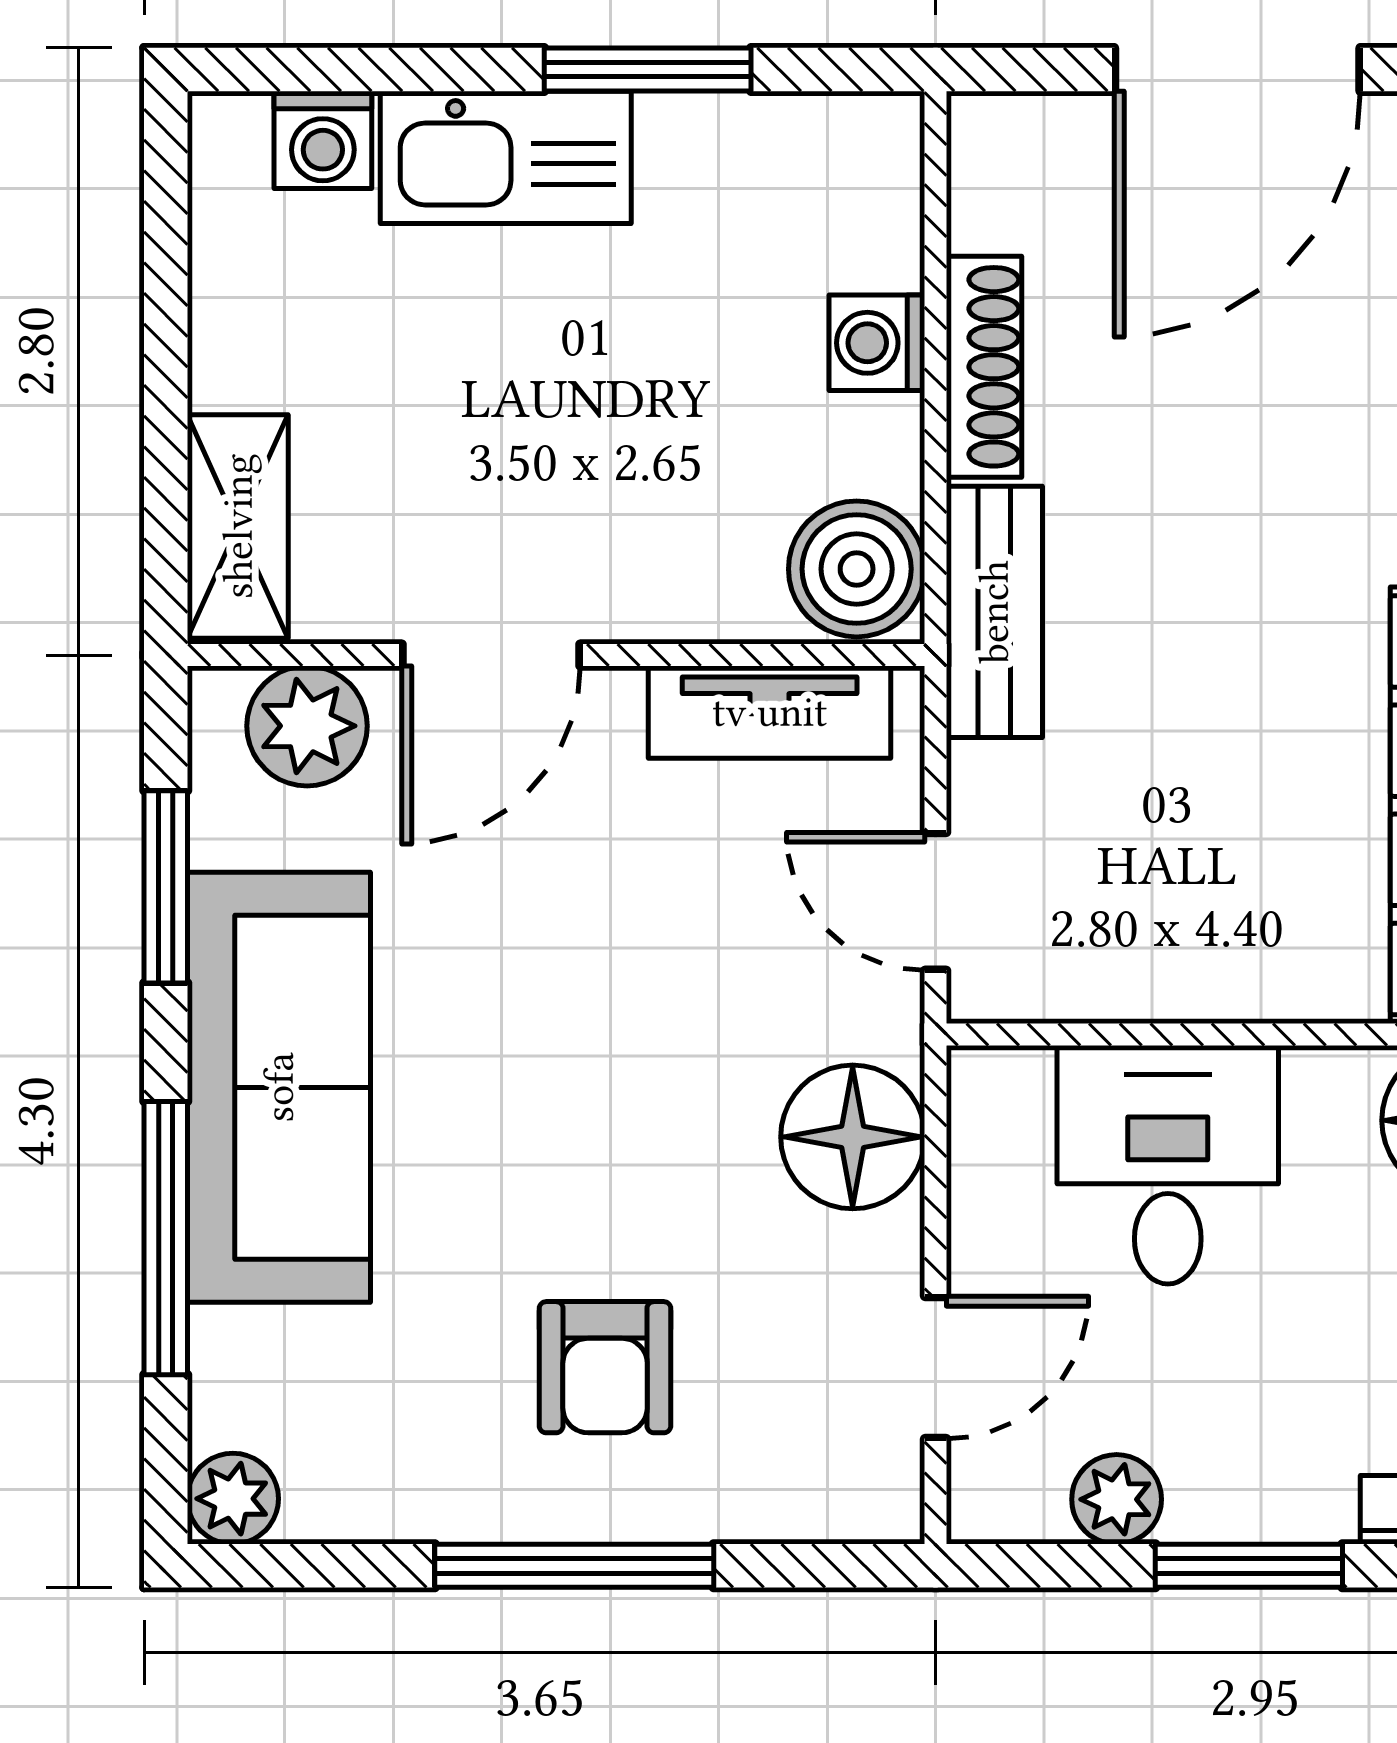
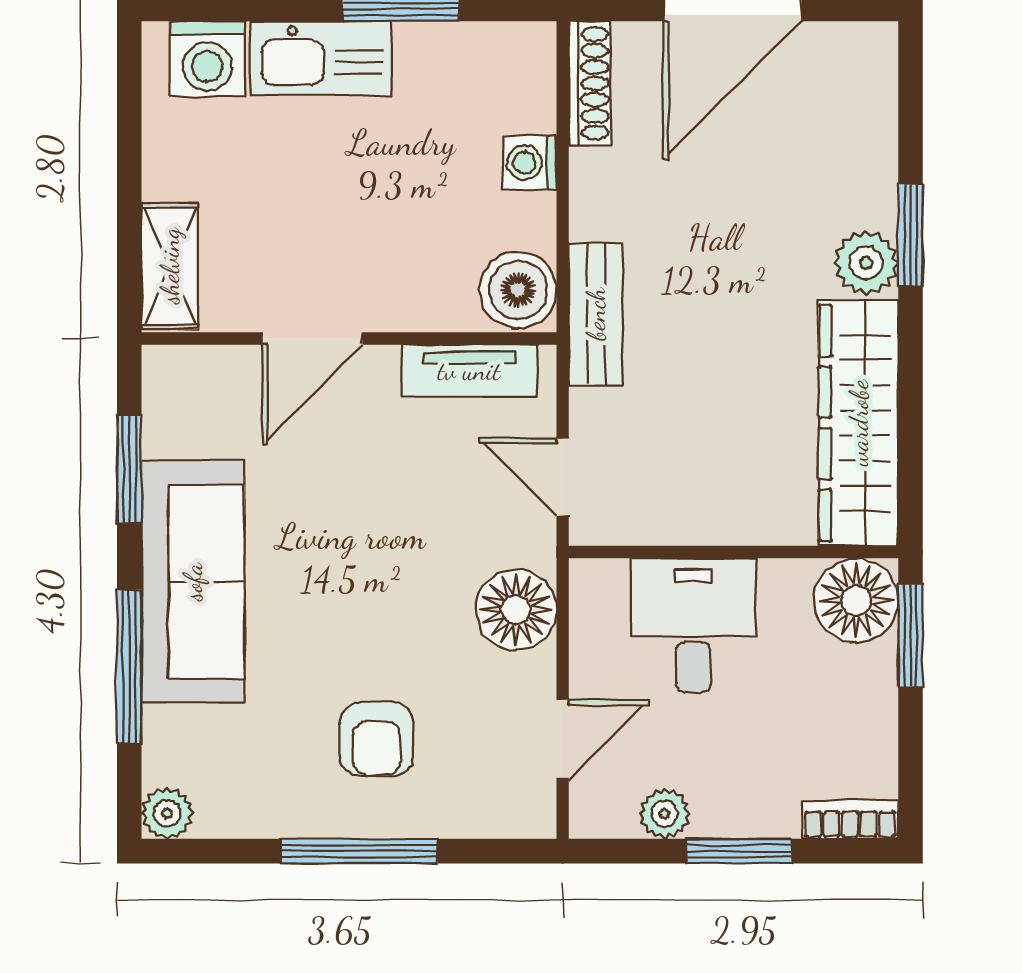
washing machine: (323, 140) -> (207, 59), width x1.38, depth x1.38
shoe rack: (984, 367) -> (590, 83), moved
plant: (307, 726) -> (209, 378), removed

